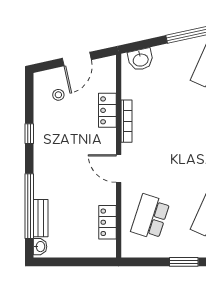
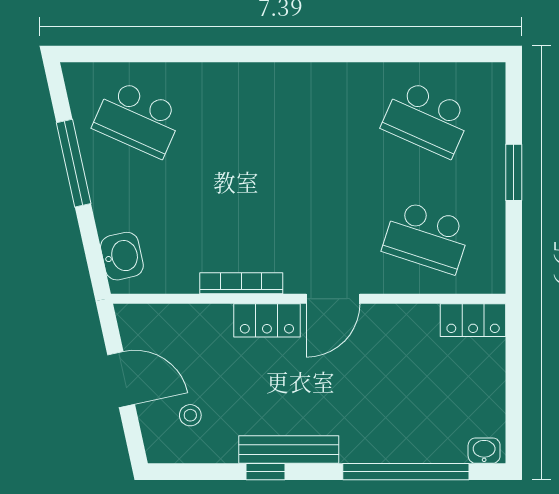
locker: (107, 110) -> (267, 320), moved
bench: (41, 218) -> (289, 449), moved, width x1.36
locker: (107, 222) -> (473, 320), moved

